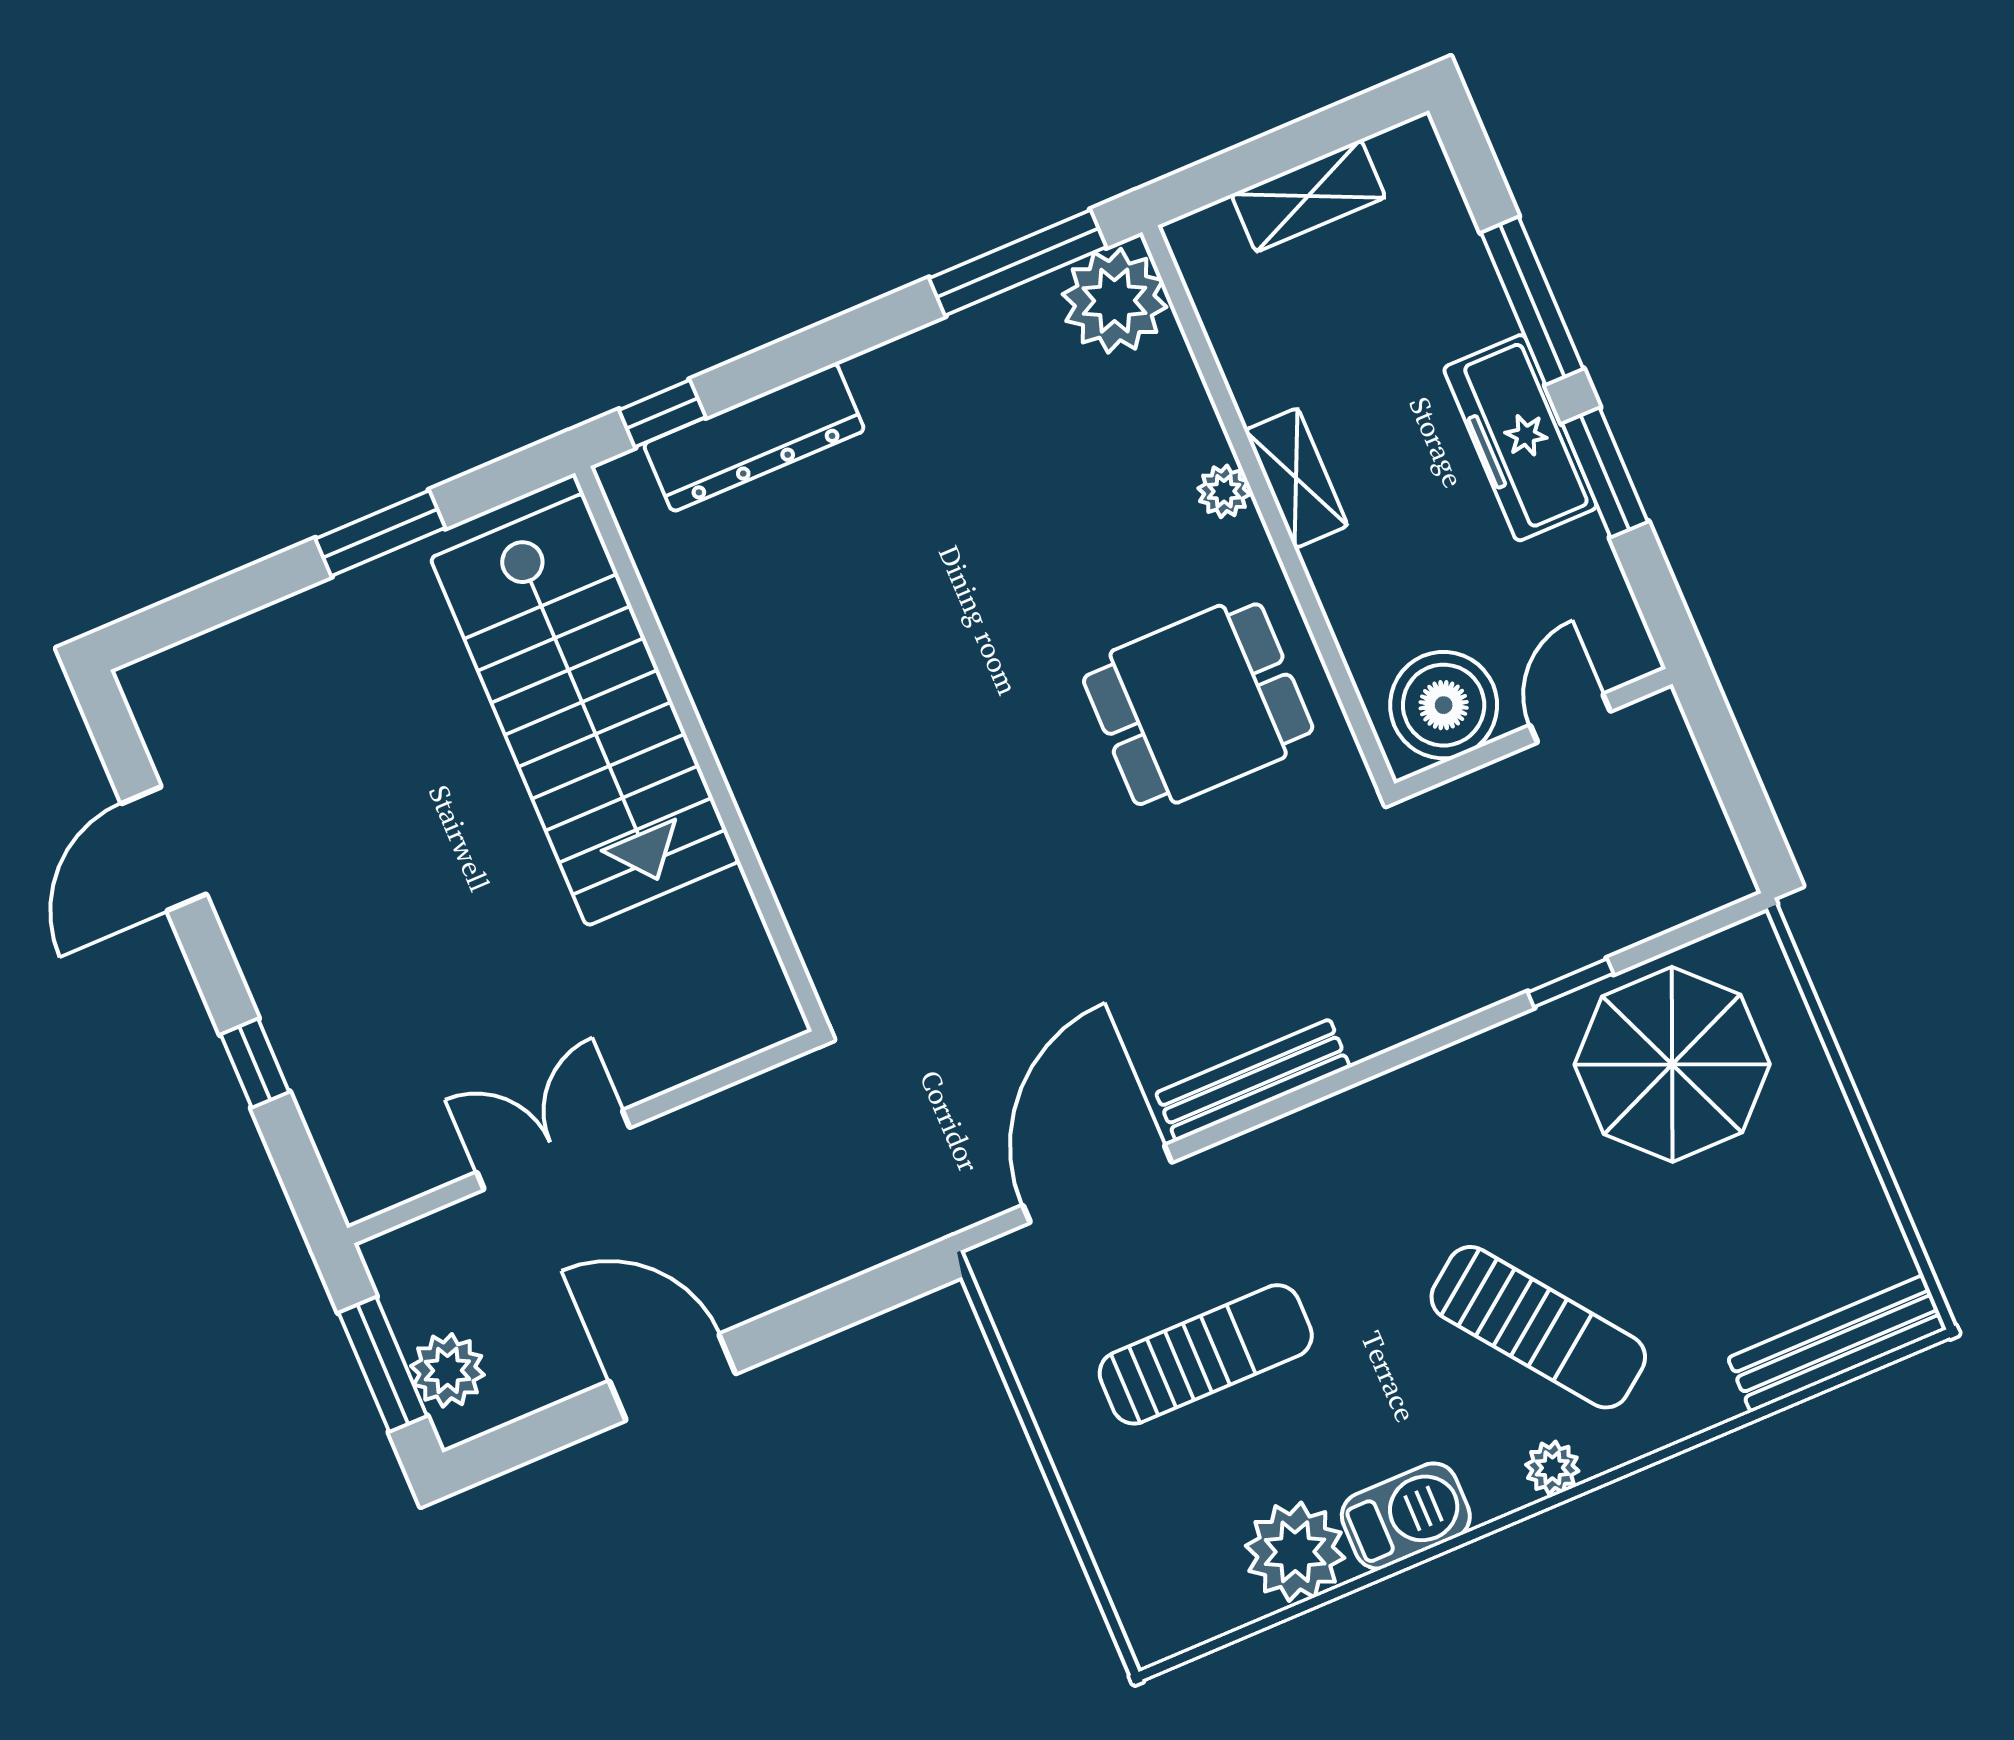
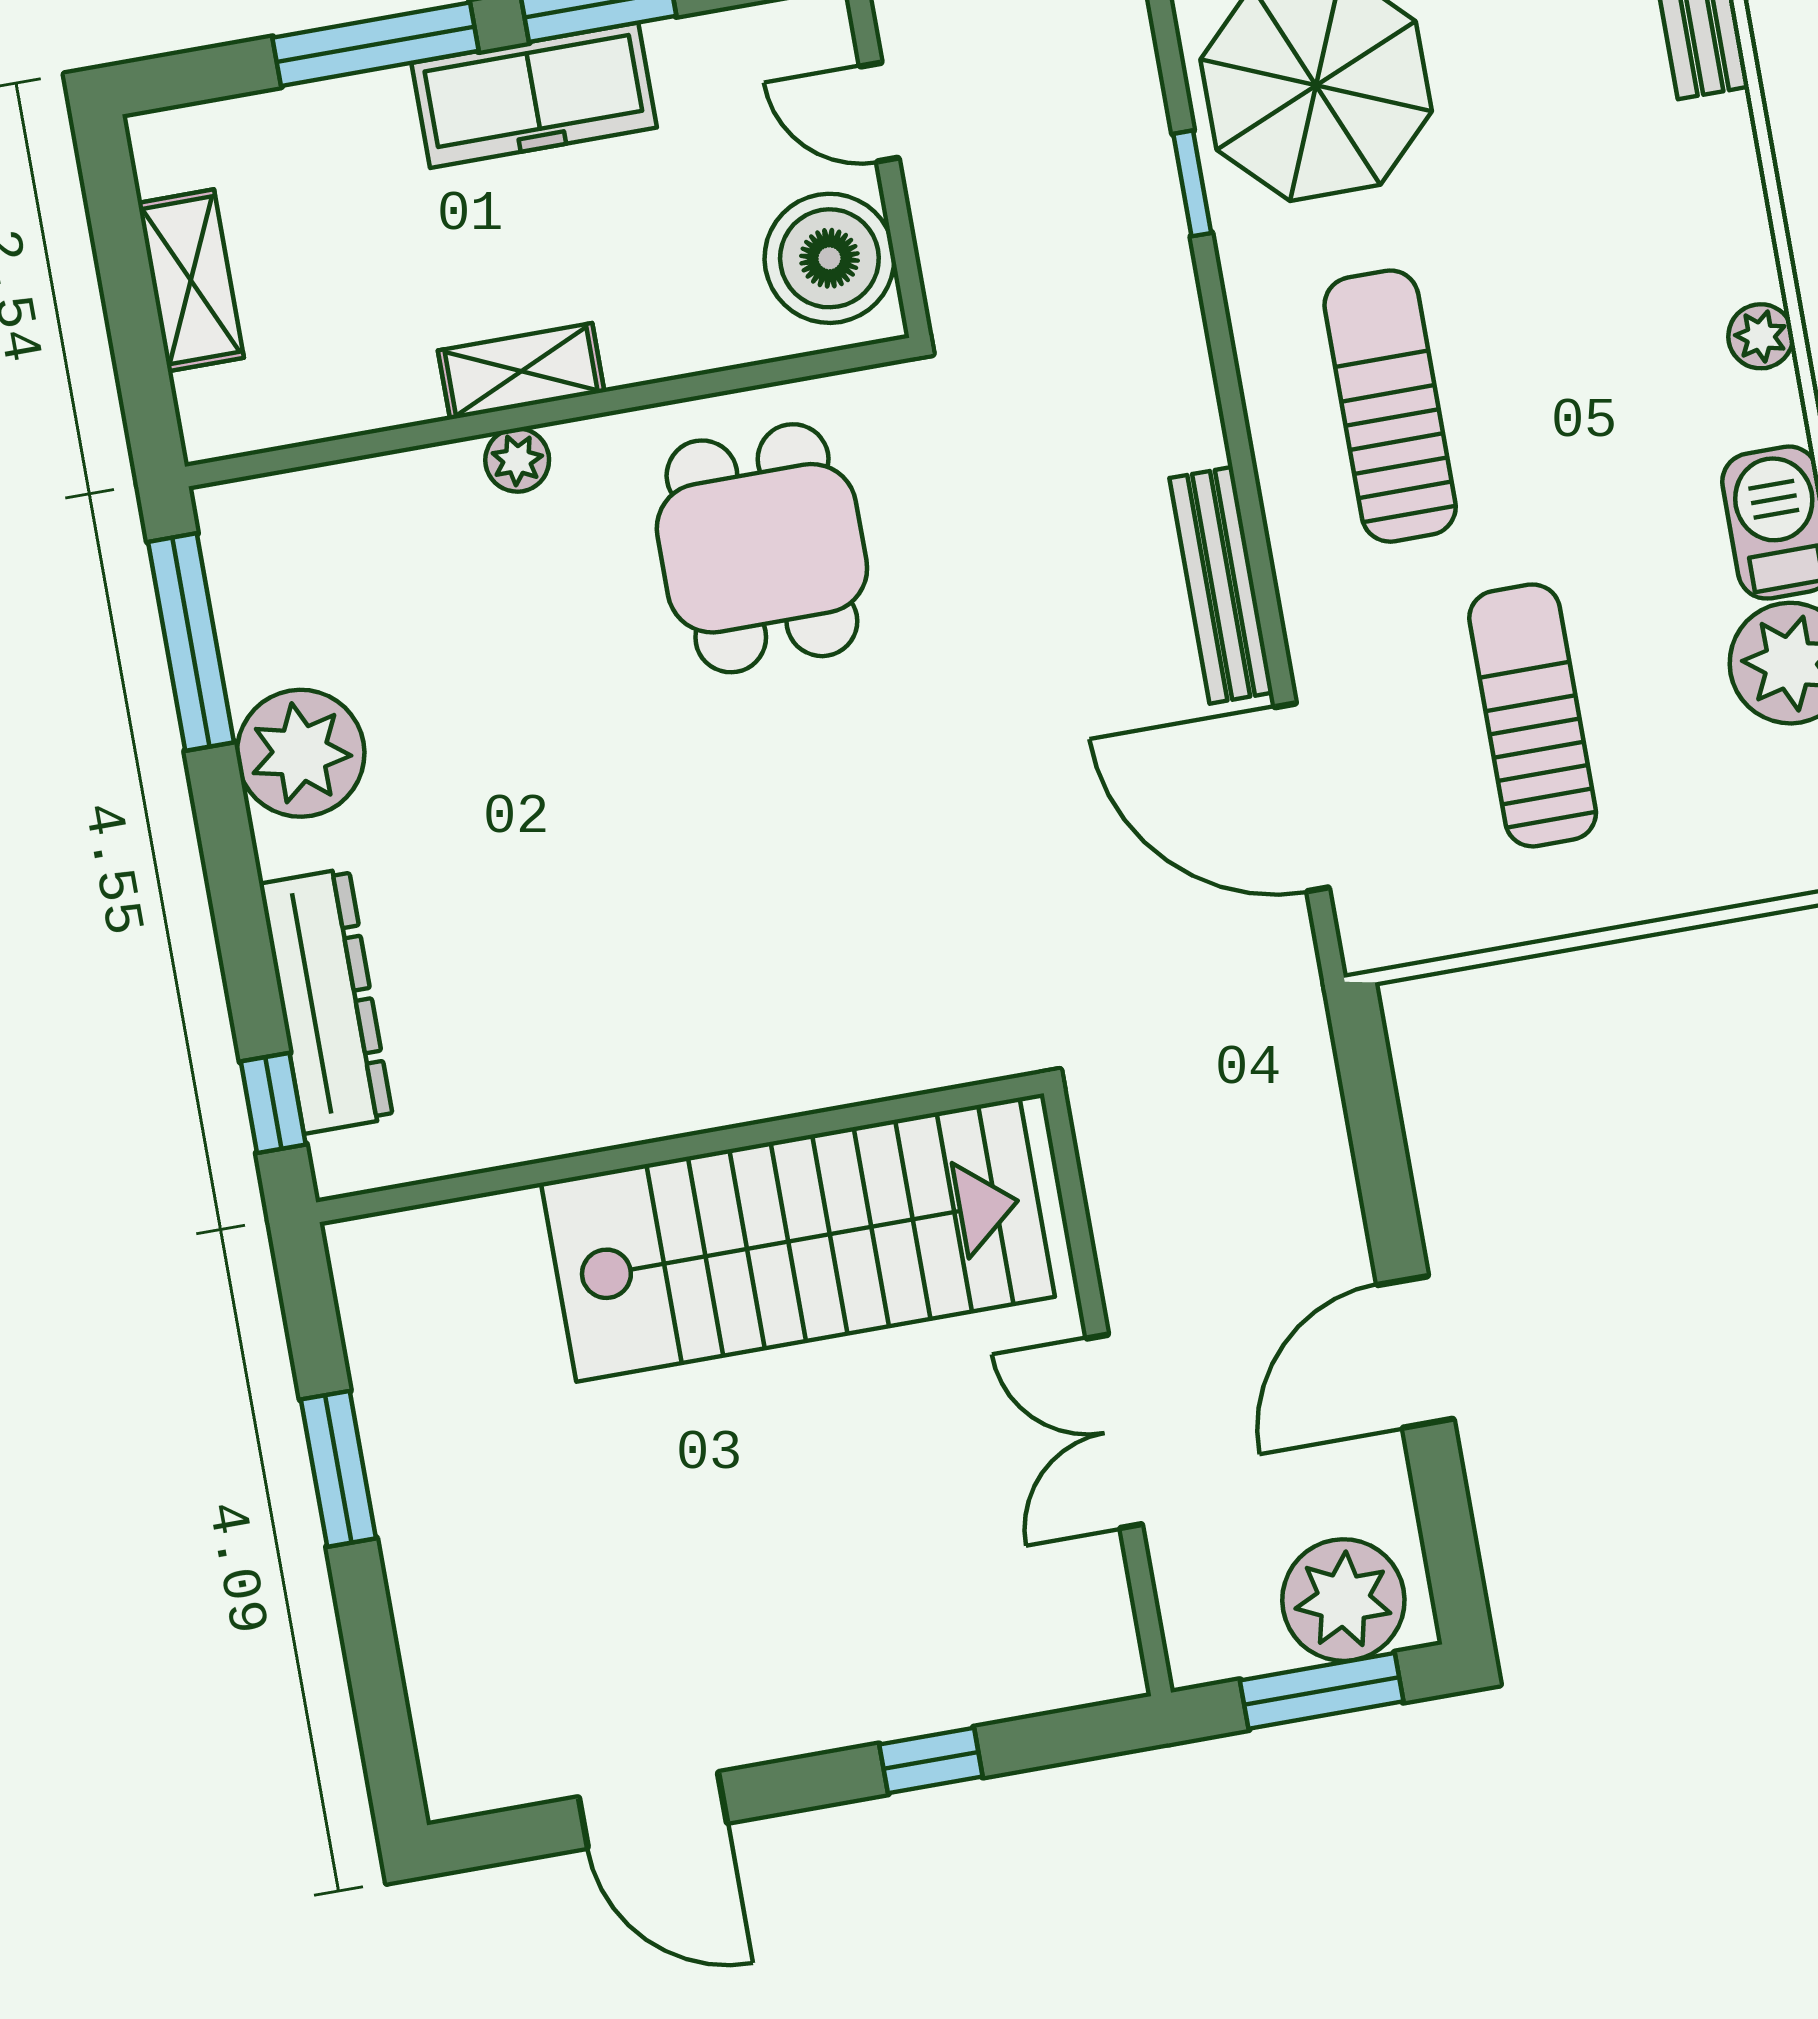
plant: (1115, 301) -> (301, 753), moved
stairs: (585, 710) -> (798, 1240), moved
sun lounger: (1538, 1327) -> (1390, 406), moved, turned -53
plant: (447, 1370) -> (1343, 1600), width x1.36, depth x1.36

